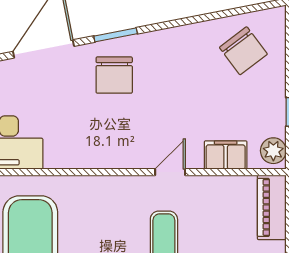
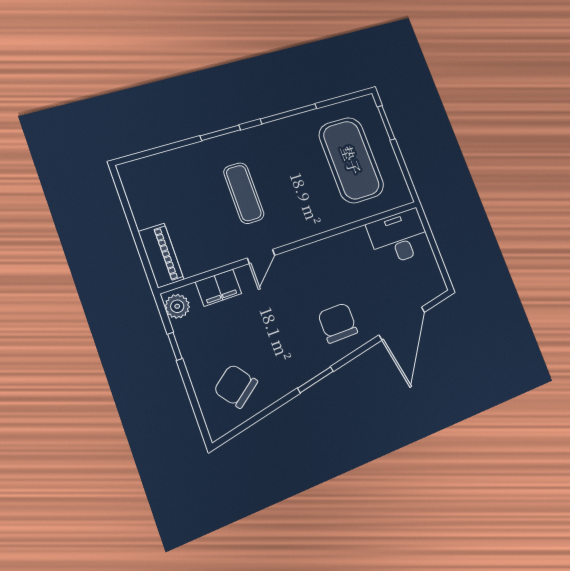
window: (116, 35) -> (316, 380), moved

